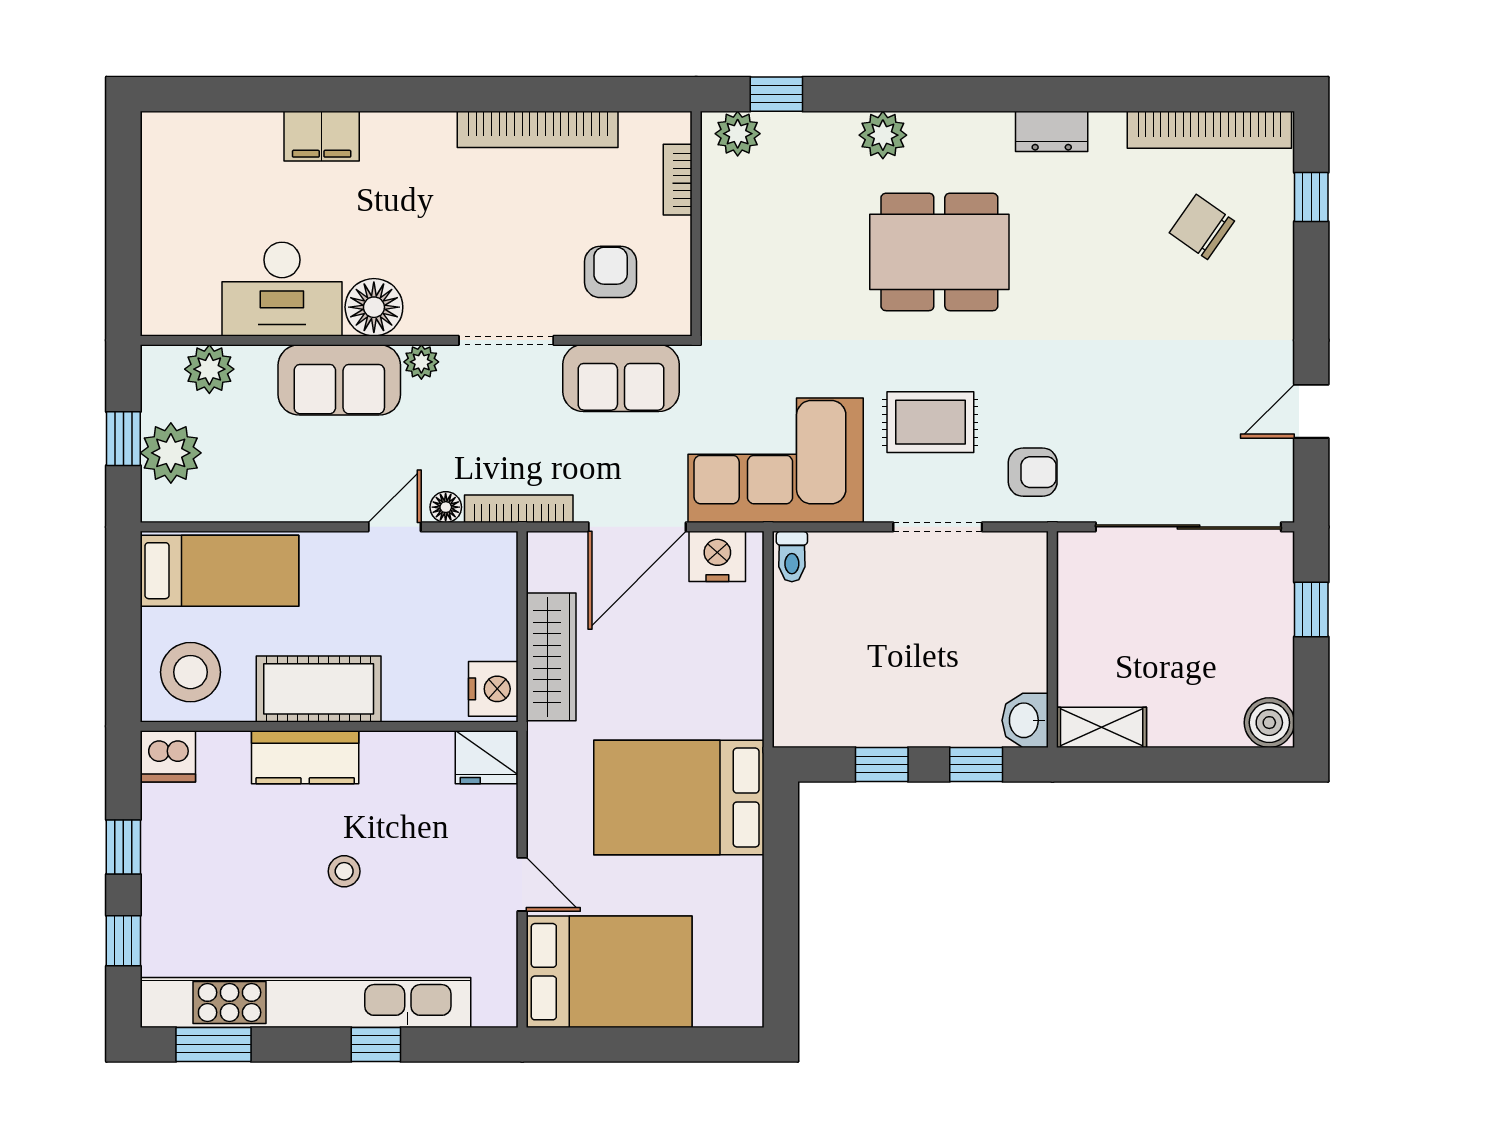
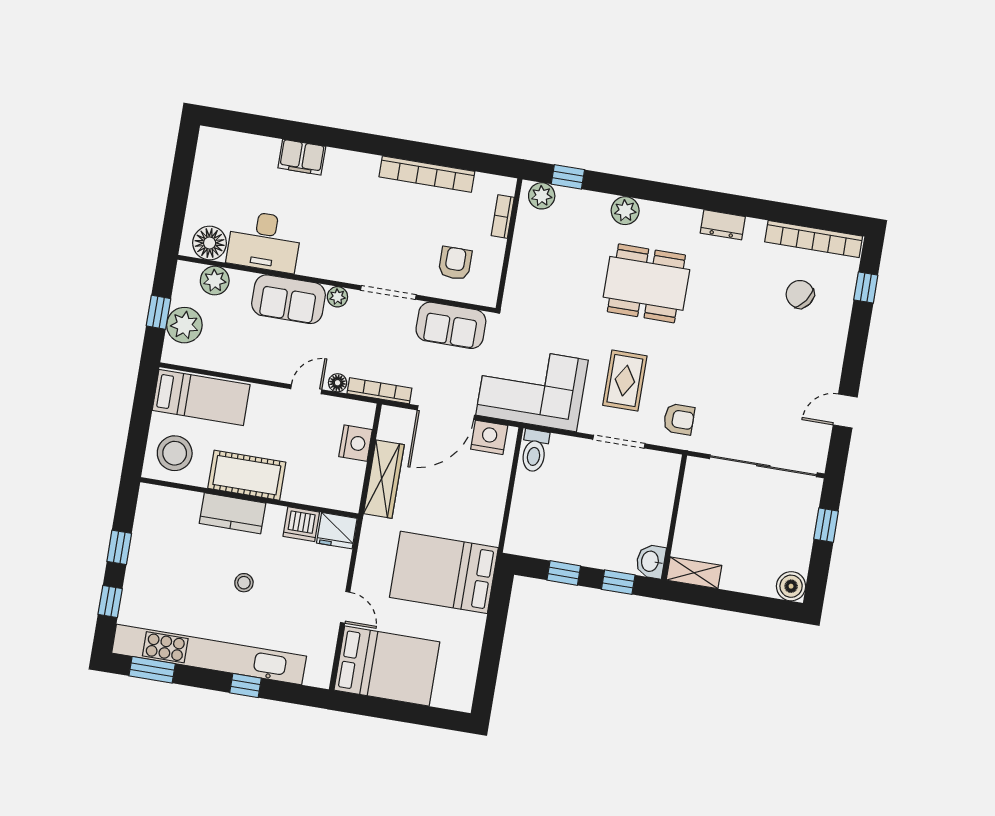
floor lamp: (374, 307) -> (210, 243), moved
rug: (930, 422) -> (625, 381), turned 90
toilet: (792, 557) -> (534, 451), width x1.37, depth x1.39
nightstand: (493, 689) -> (356, 443), moved
dishwasher: (168, 756) -> (301, 524), moved

